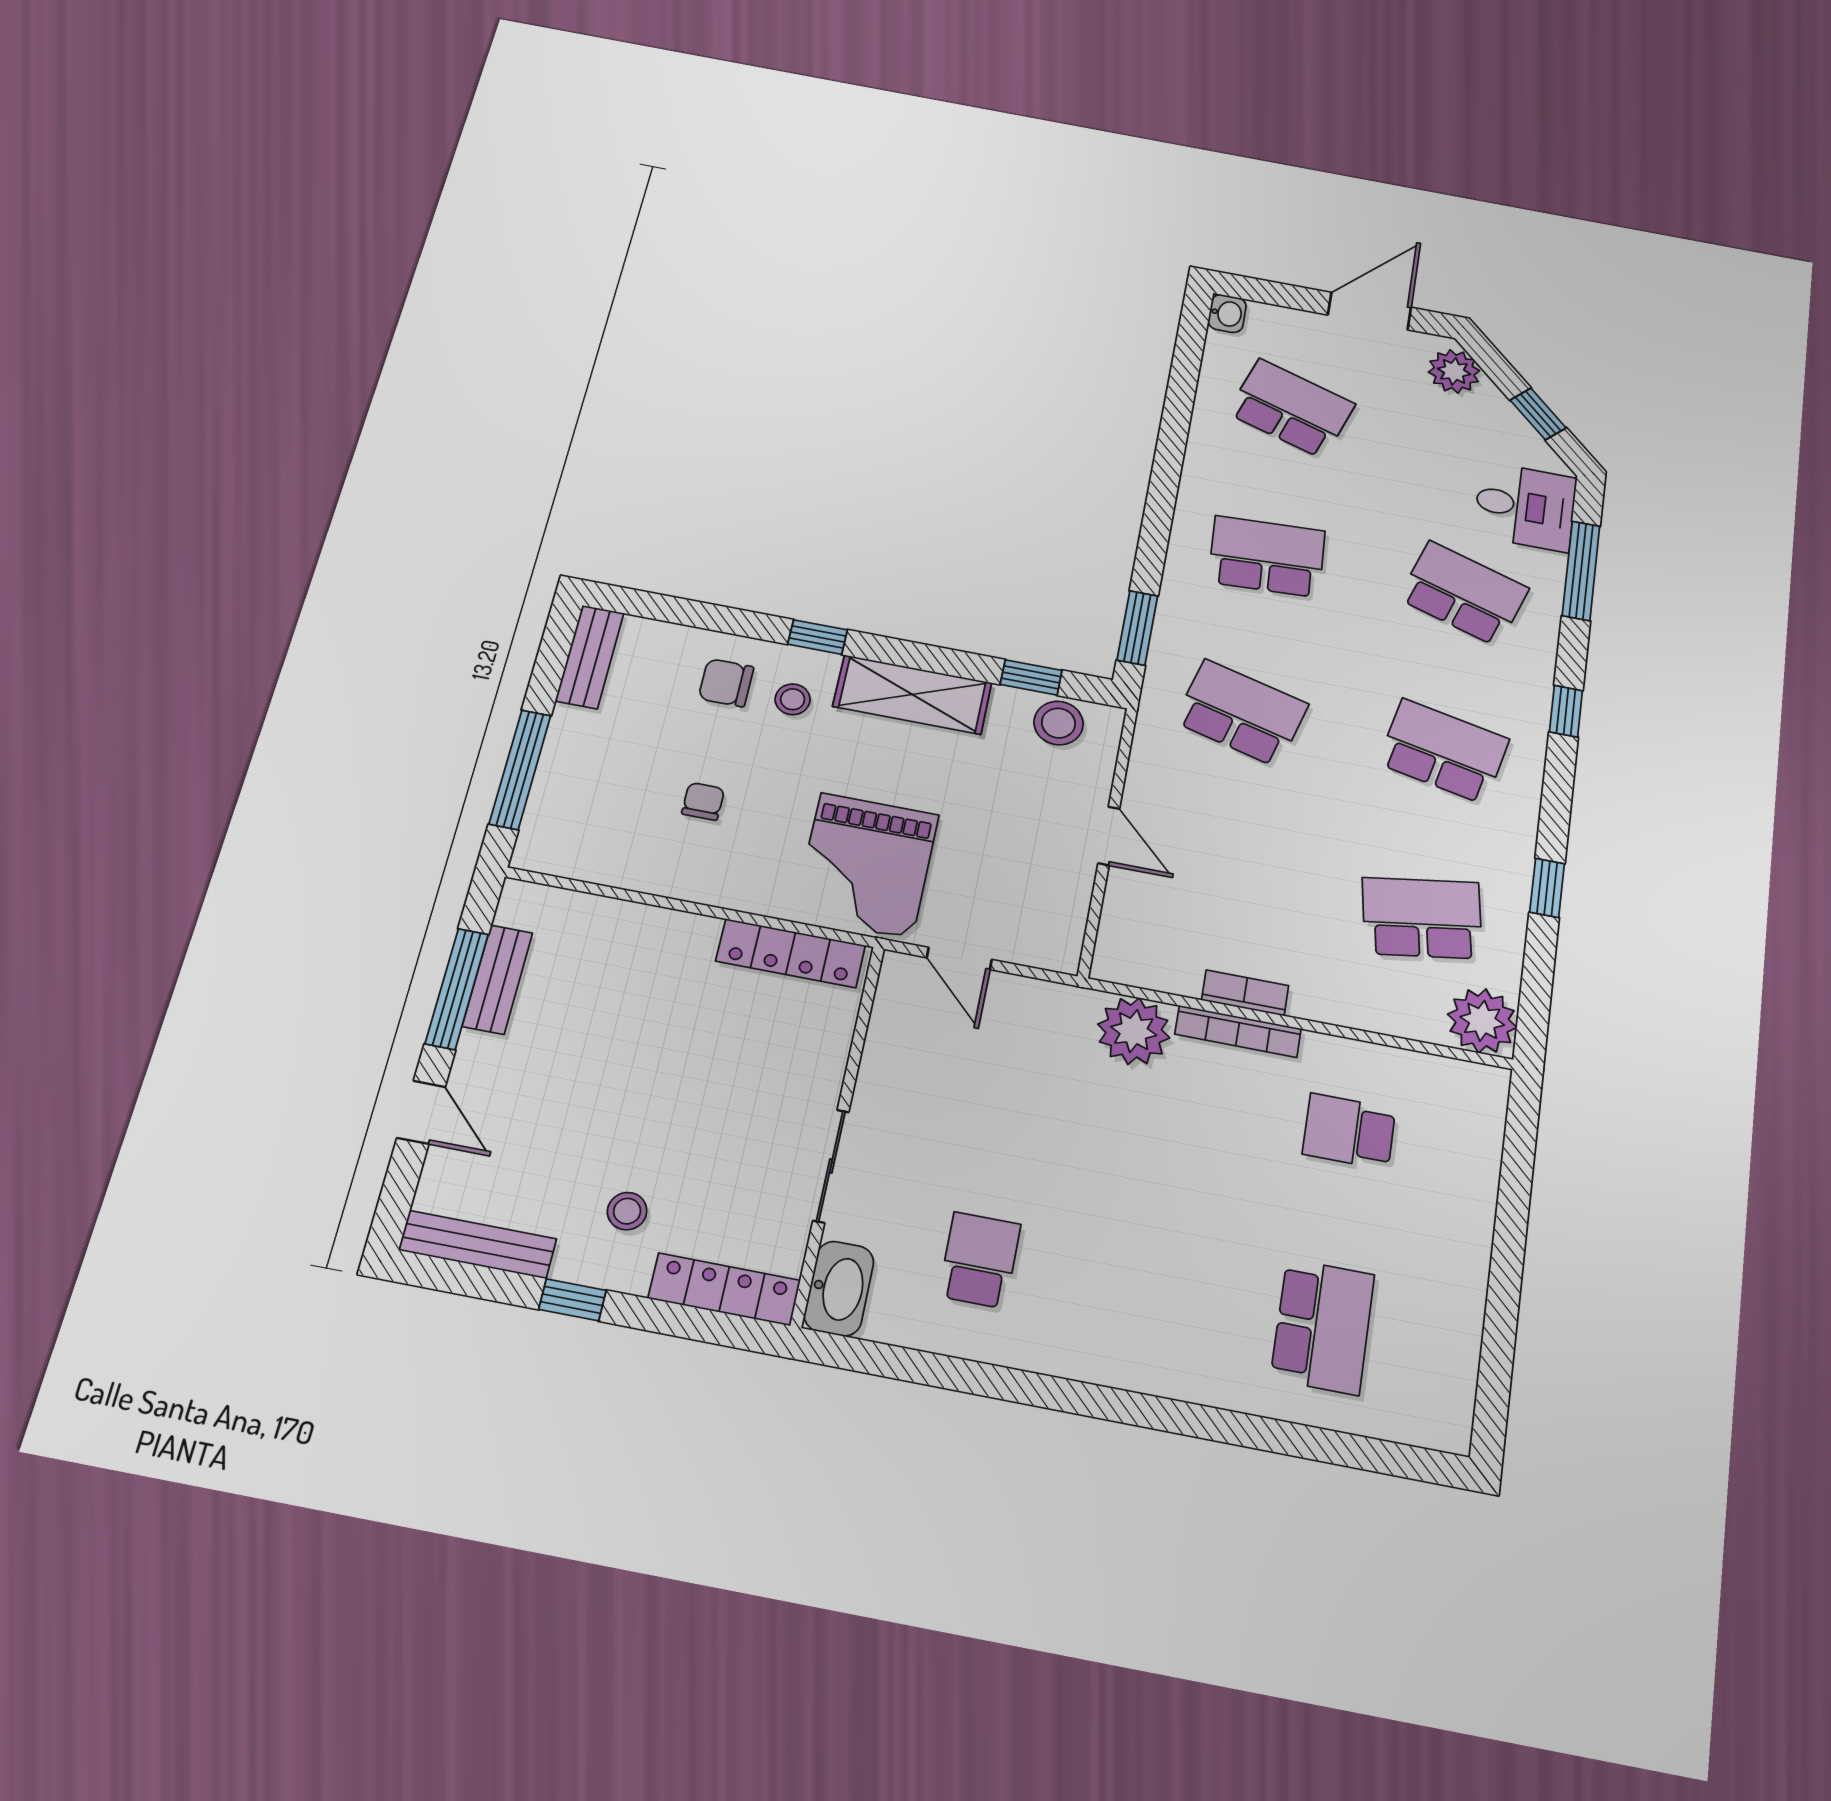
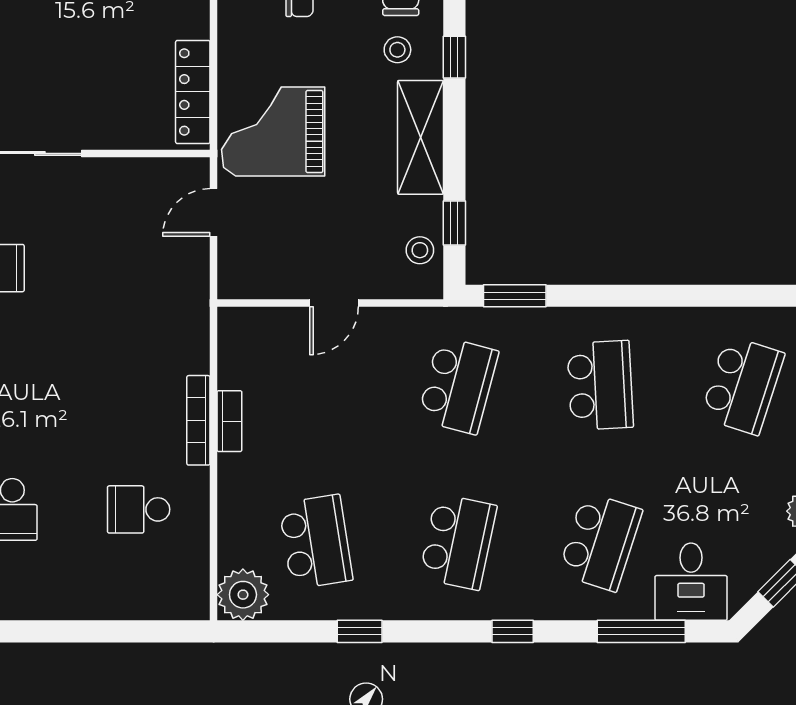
stool: (1059, 723) -> (420, 250), width x0.73, depth x0.73
plant: (1134, 1031) -> (183, 346), removed
school desk: (1349, 1131) -> (139, 509), turned -90

